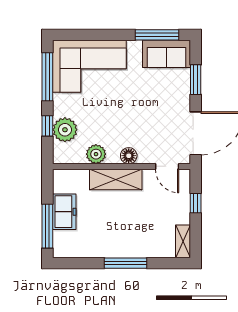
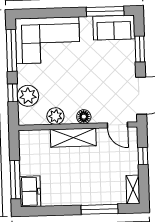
freezer: (64, 212) -> (30, 191), moved
window: (126, 263) -> (99, 209), moved

